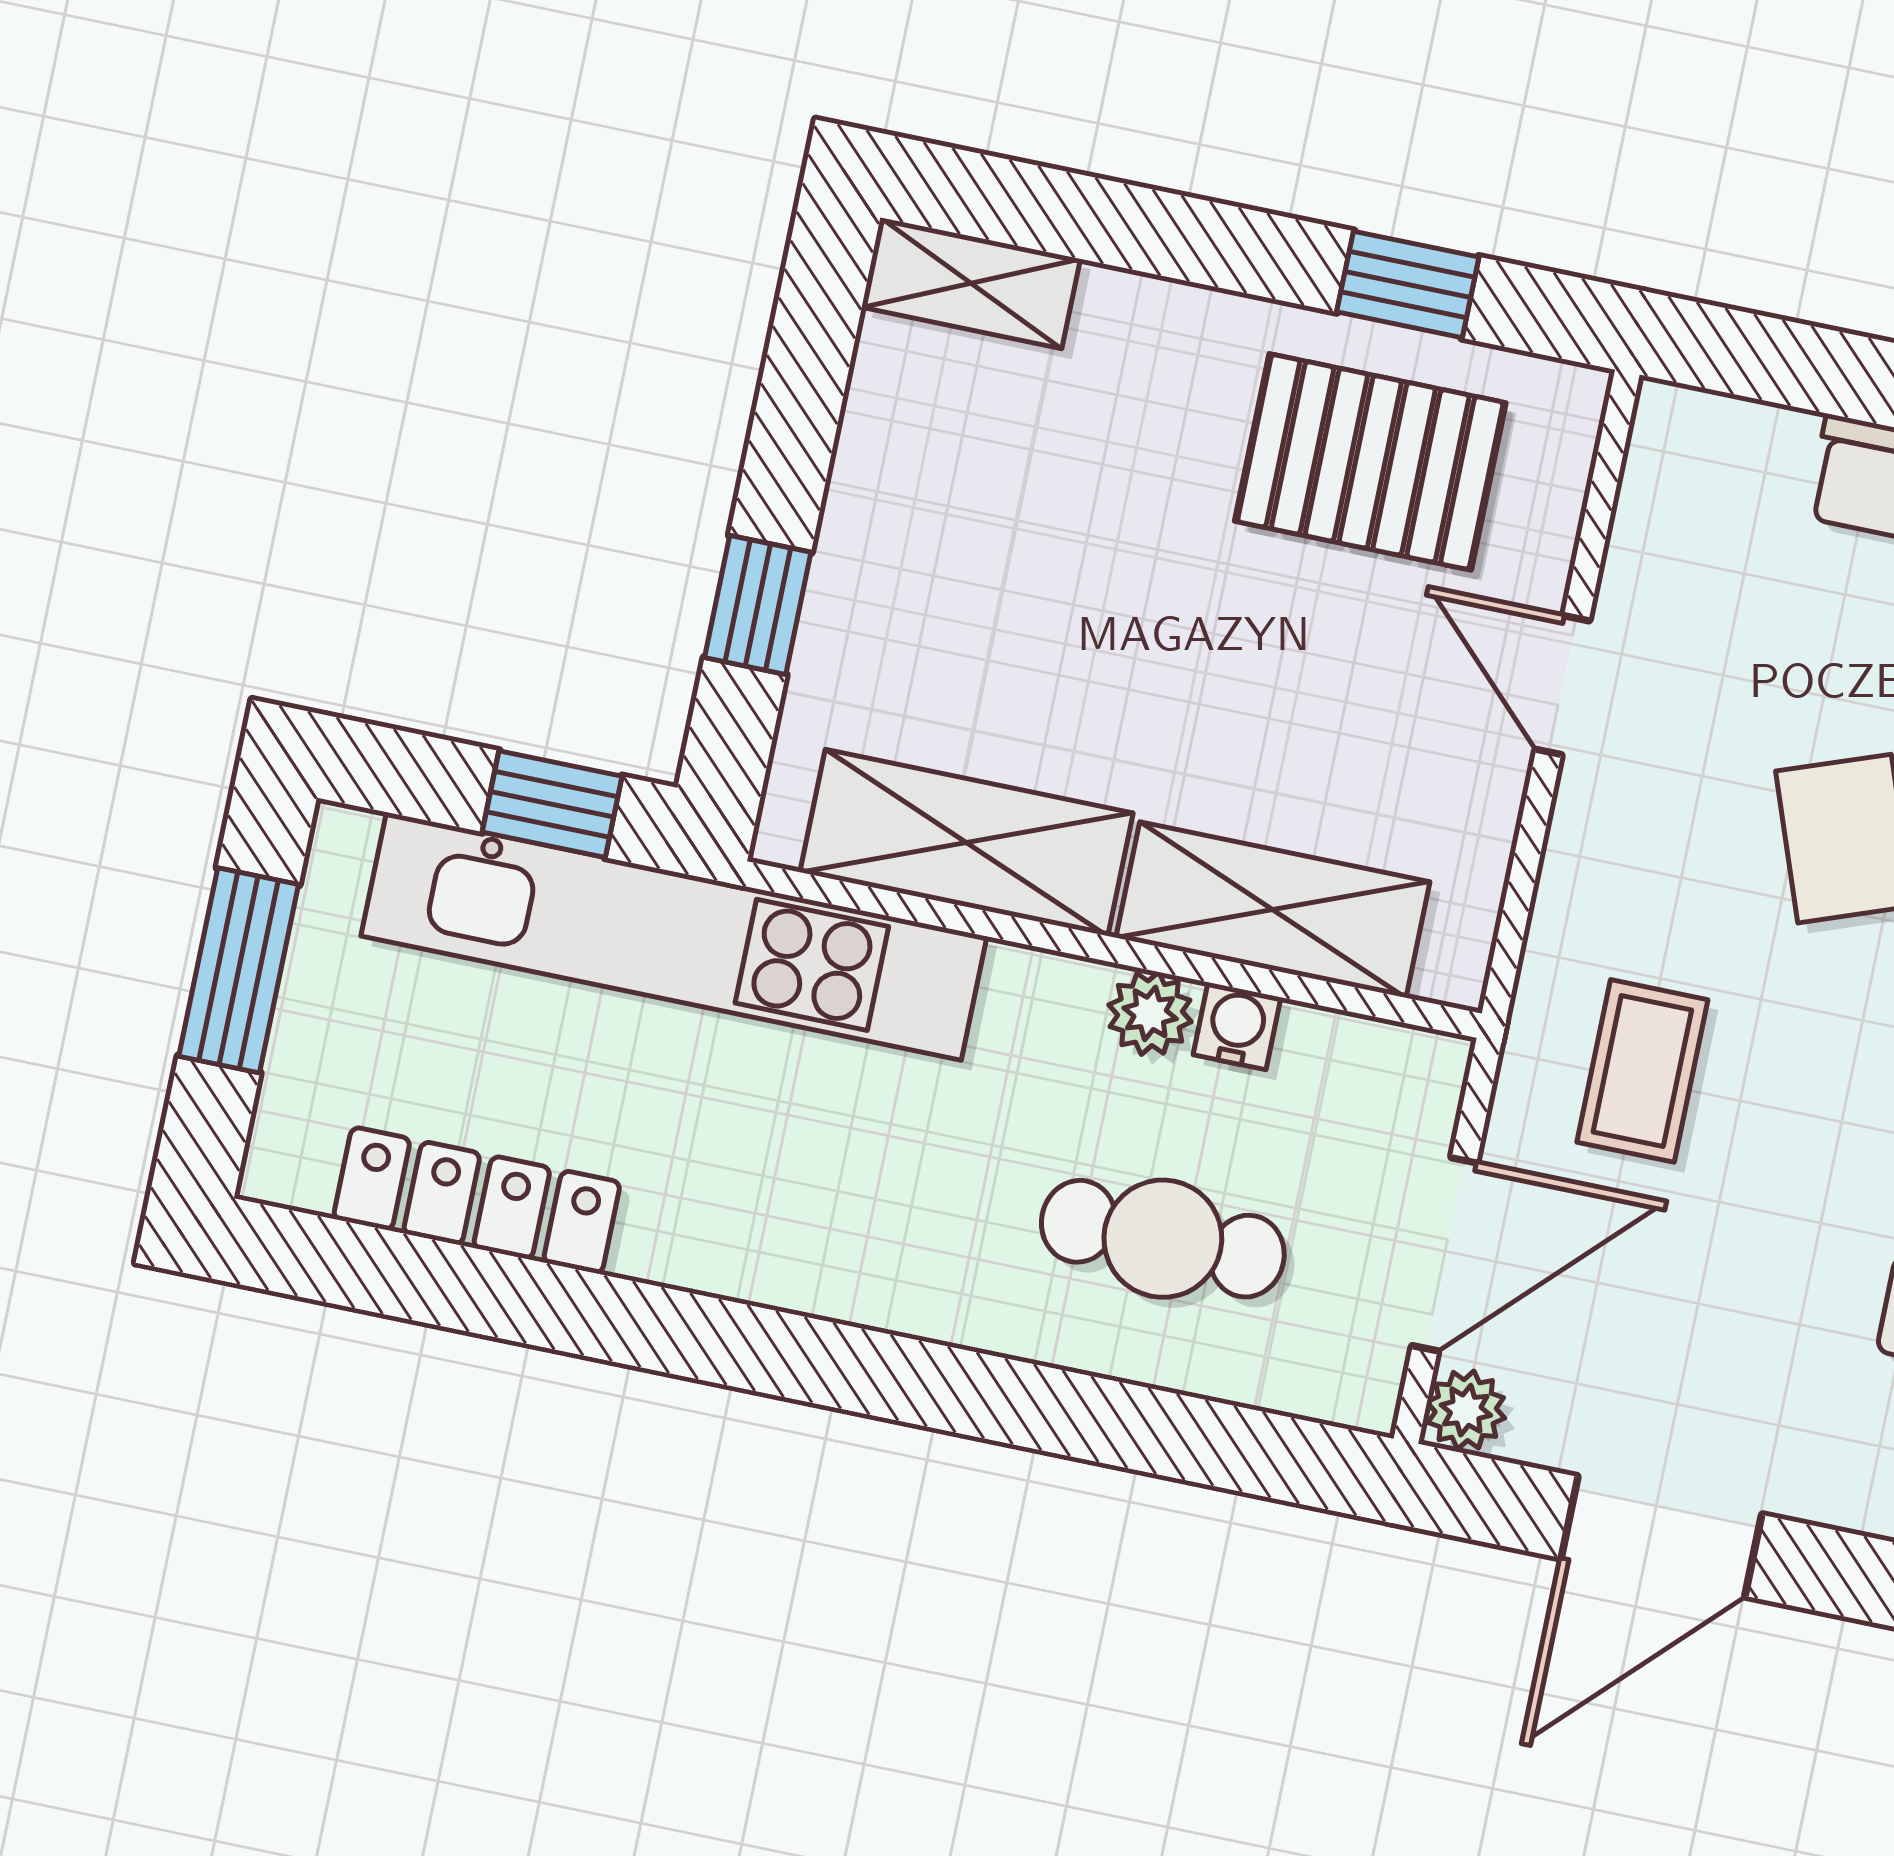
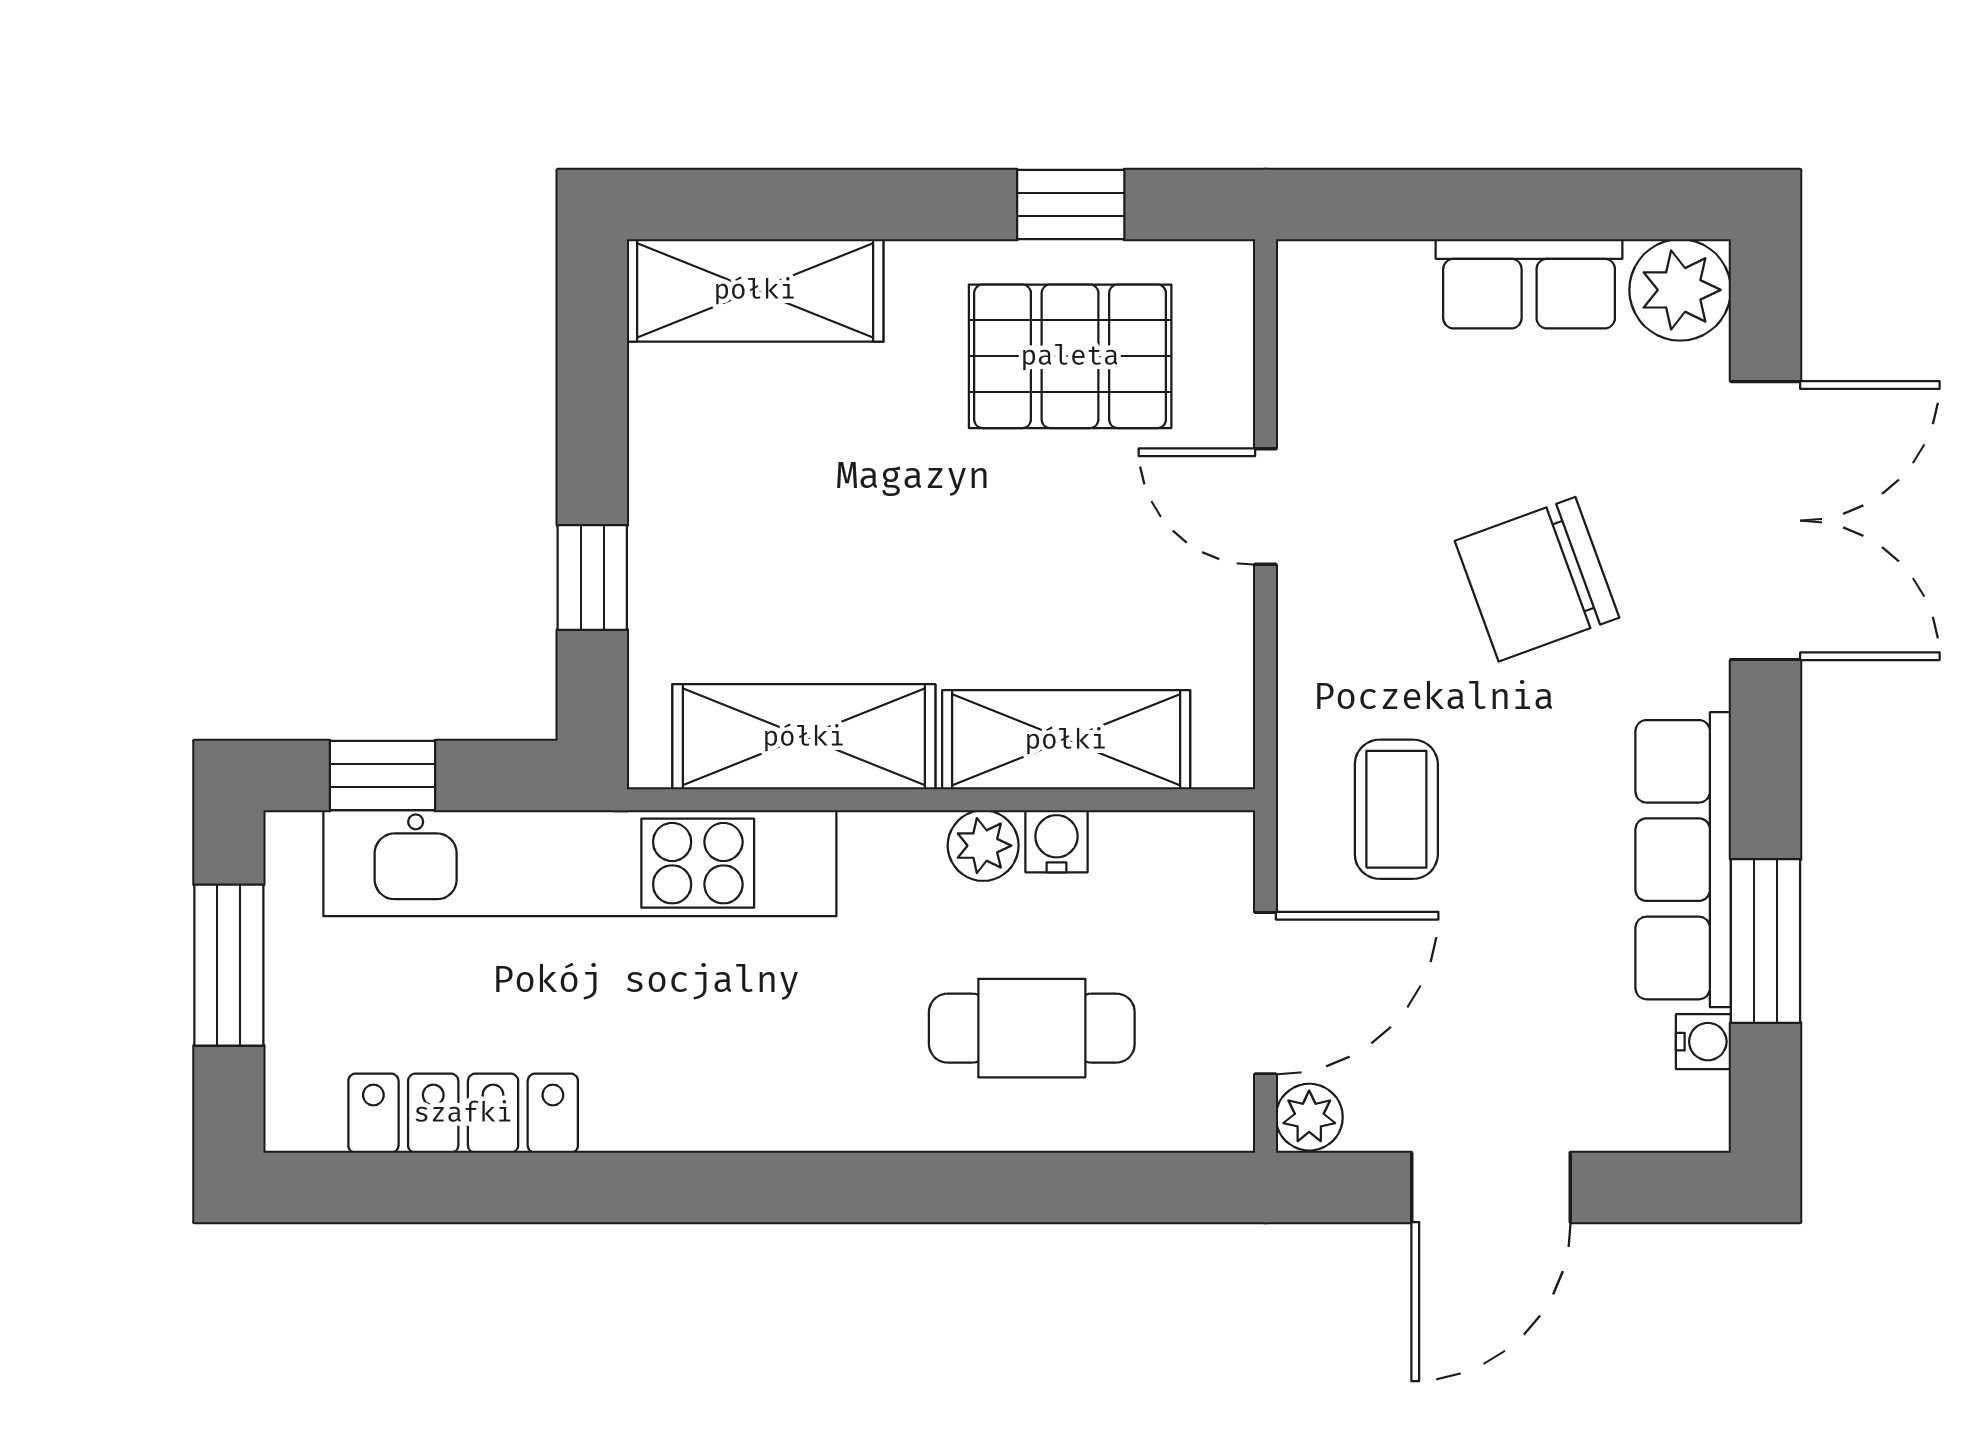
shelving: (971, 283) -> (755, 290), width x1.50, depth x1.33
window: (552, 804) -> (382, 776), moved

